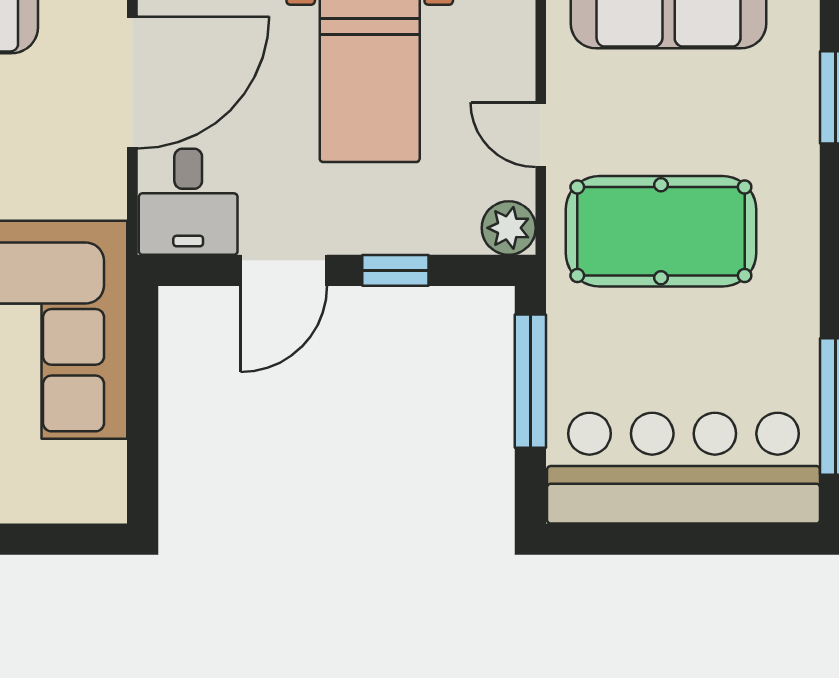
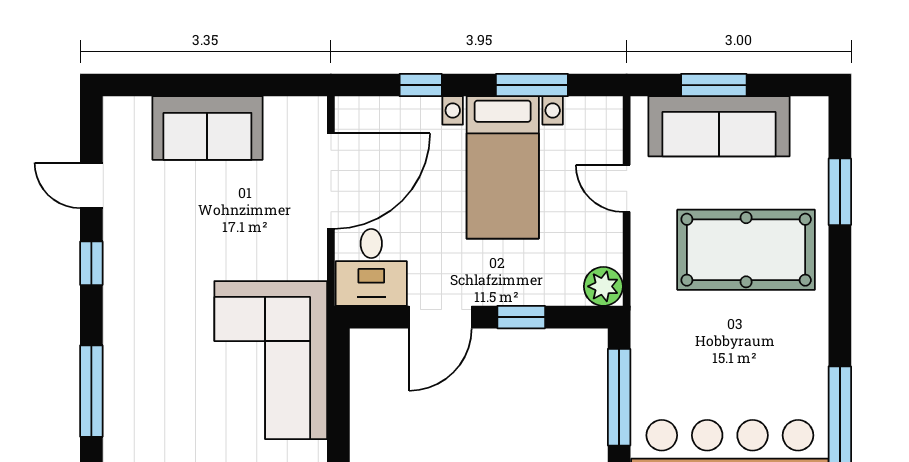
door: (541, 135) -> (627, 188), moved
pool table: (661, 231) -> (746, 250), moved

